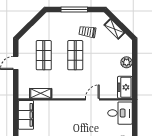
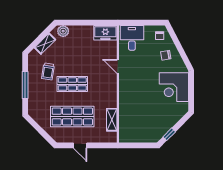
shop shelf: (44, 55) -> (72, 117), width x1.43, depth x1.36
plant: (127, 62) -> (63, 31), moved
filing cabinet: (26, 115) -> (134, 135), removed

